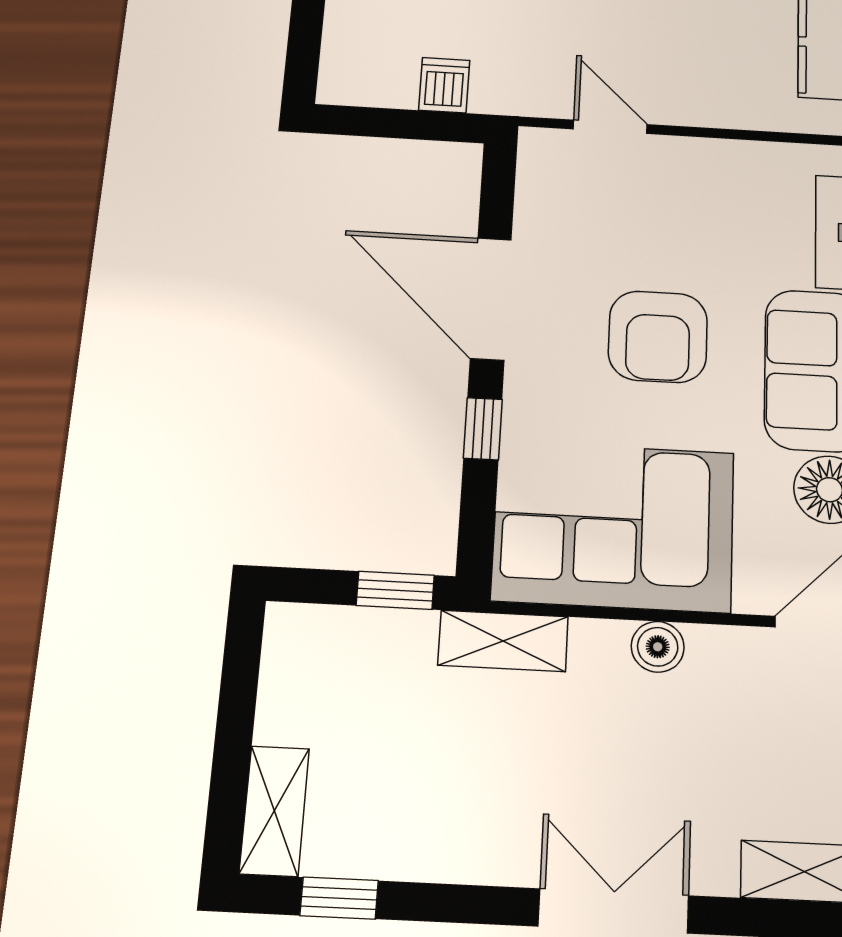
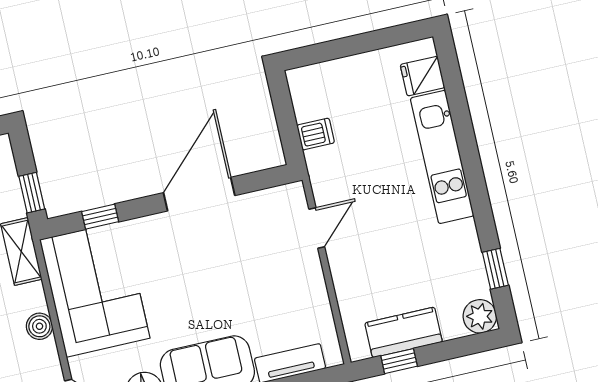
armchair: (658, 337) -> (203, 284), removed
window: (483, 429) -> (100, 217), moved

